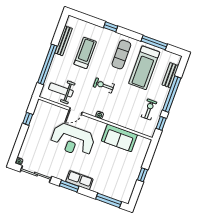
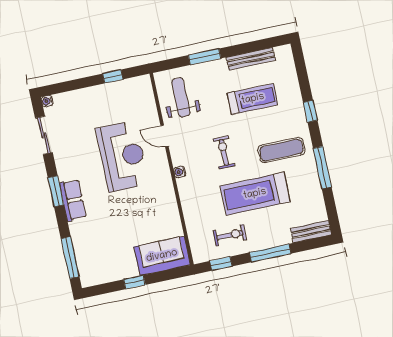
window: (154, 43) -> (322, 168), moved
window: (47, 64) -> (205, 57), width x0.47
treadmill: (144, 68) -> (255, 194), moved
bench: (170, 75) -> (311, 232), moved
window: (172, 94) -> (270, 253), width x0.68
sofa: (119, 138) -> (162, 256), moved, turned 90
reception desk: (73, 140) -> (122, 156), turned 180
sliding door: (36, 174) -> (44, 135), width x0.73

